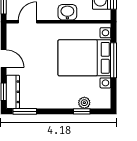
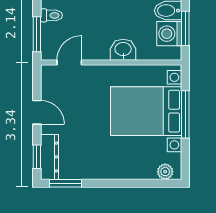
plant: (84, 103) -> (165, 172), moved
window: (82, 111) -> (142, 183), removed

